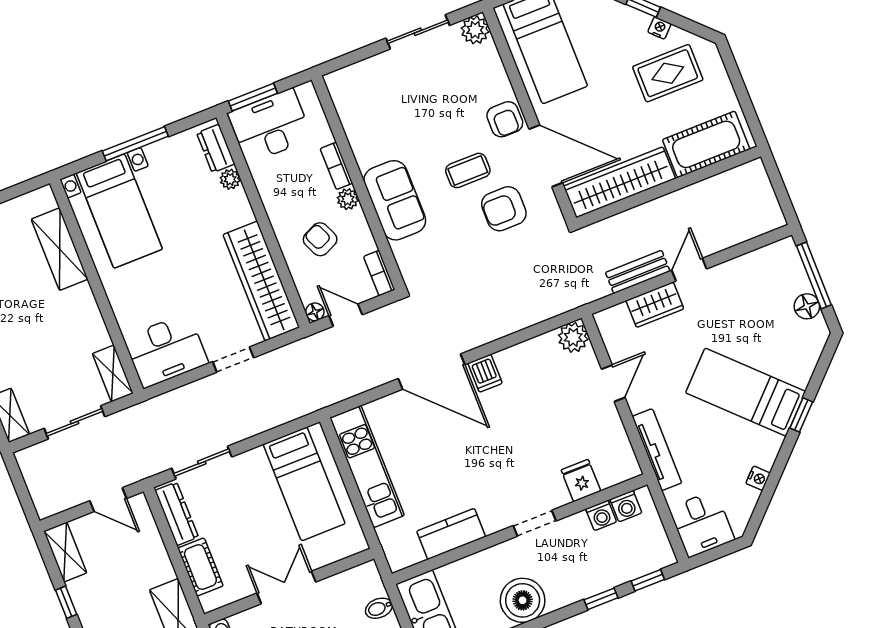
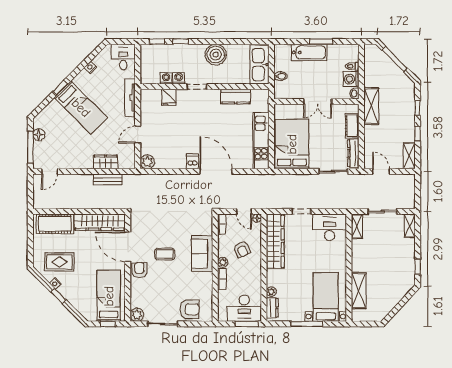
armchair: (504, 209) -> (190, 309), moved
door: (689, 270) -> (50, 171), moved
bed: (304, 484) -> (292, 144), width x1.50
washing machine: (626, 506) -> (179, 78), moved

